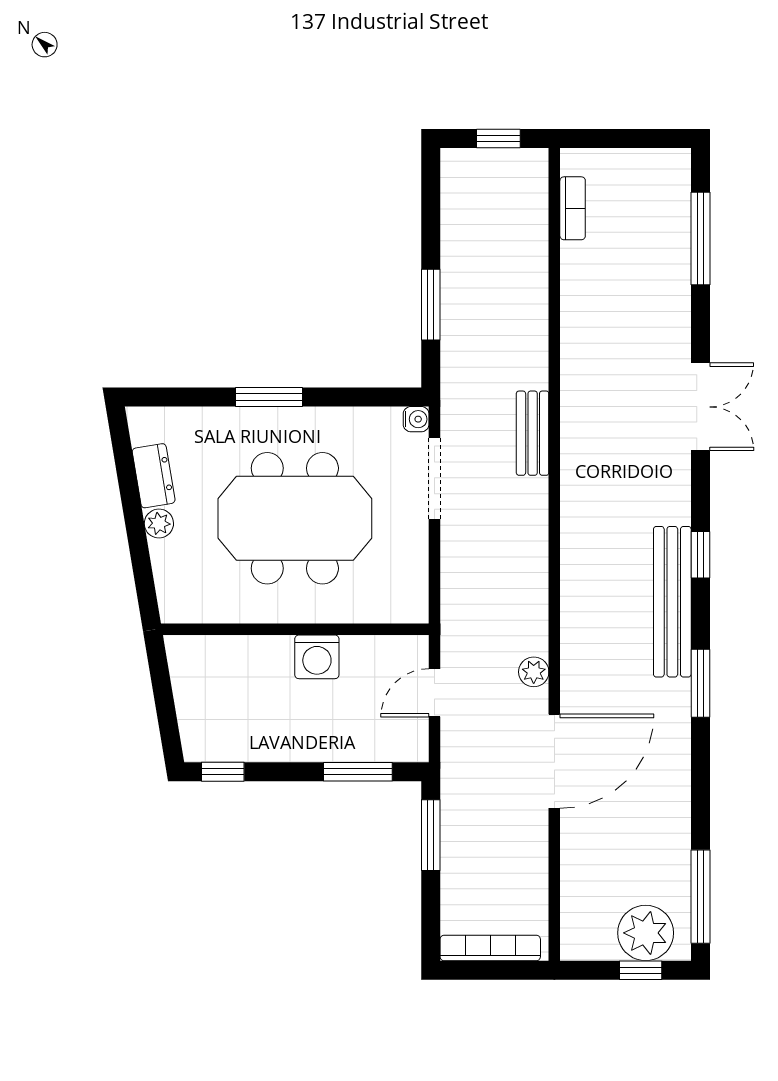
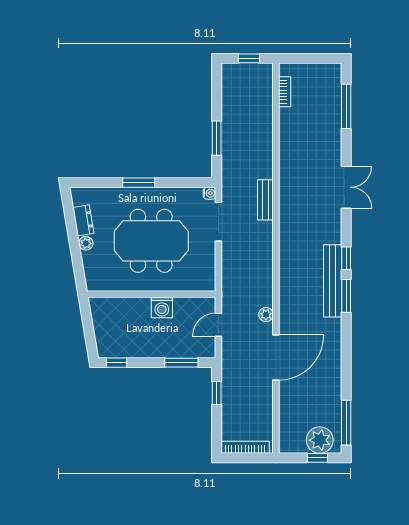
window: (700, 683) -> (346, 296), moved
window: (431, 835) -> (217, 393), width x0.67

